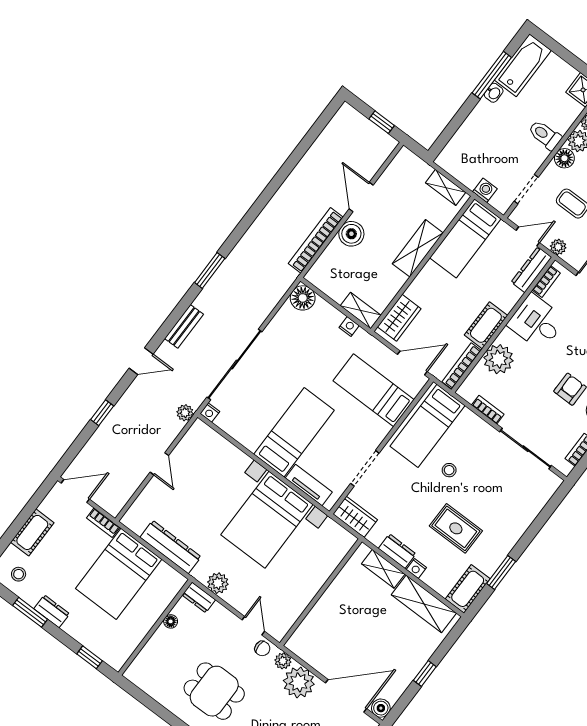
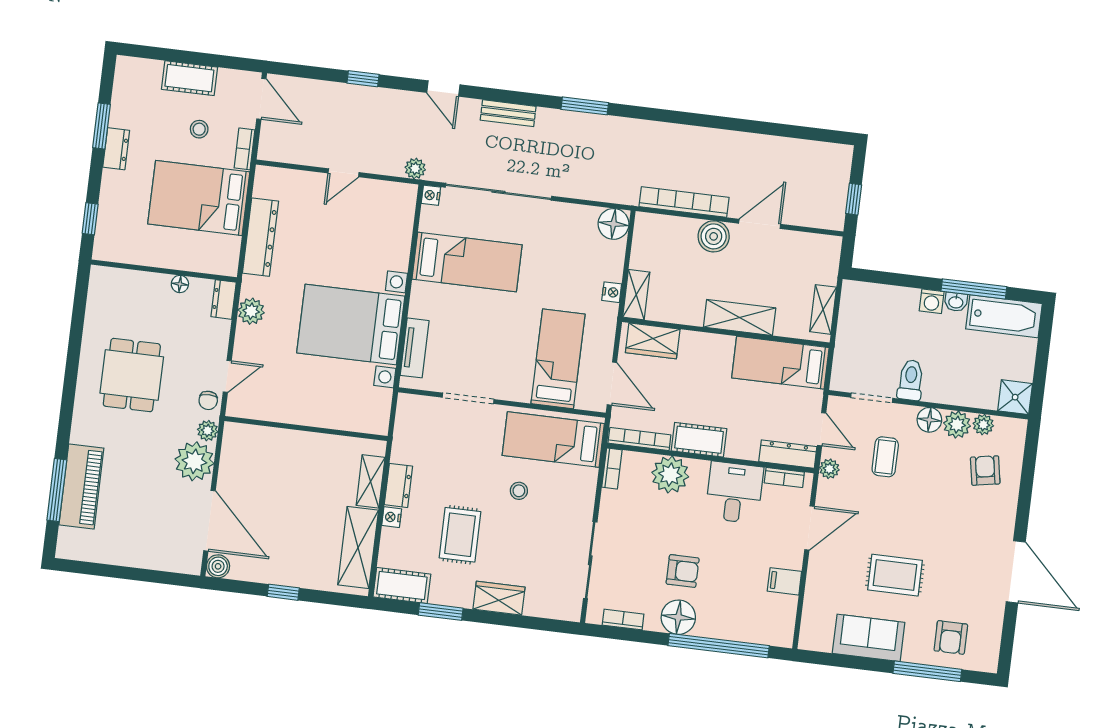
toilet: (545, 135) -> (911, 380), moved
washing machine: (485, 190) -> (932, 301), moved, turned 90
bookcase: (488, 410) -> (612, 468), moved
bed: (294, 432) -> (467, 262), moved
wardrobe: (355, 517) -> (499, 598), moved, turned -90
stool: (19, 574) -> (199, 129), moved

